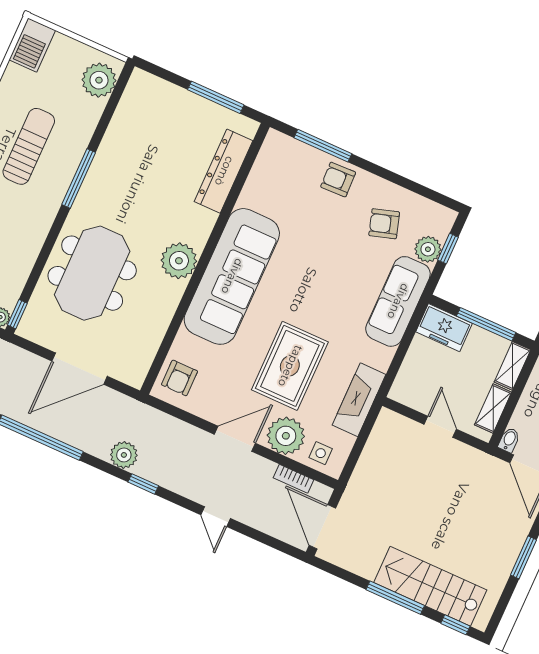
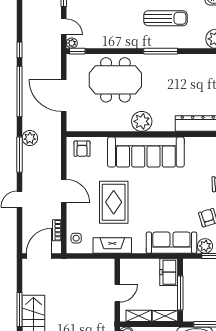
rug: (290, 366) -> (114, 202), turned 90
armchair: (180, 378) -> (82, 149), turned -90
plant: (286, 436) -> (77, 216), removed
window: (143, 484) -> (20, 155), width x2.17

